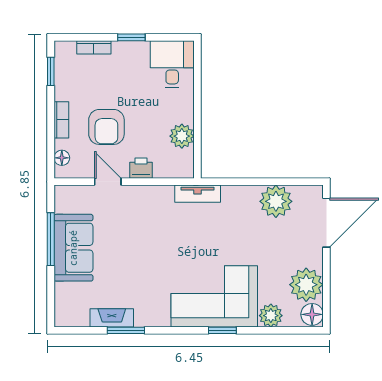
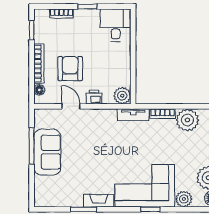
bookcase: (61, 120) -> (39, 64), width x1.56
armchair: (106, 127) -> (70, 69), turned 180
plant: (182, 136) -> (122, 96), moved
bookcase: (240, 192) -> (163, 114), added
fireplace: (112, 318) -> (99, 201), moved

